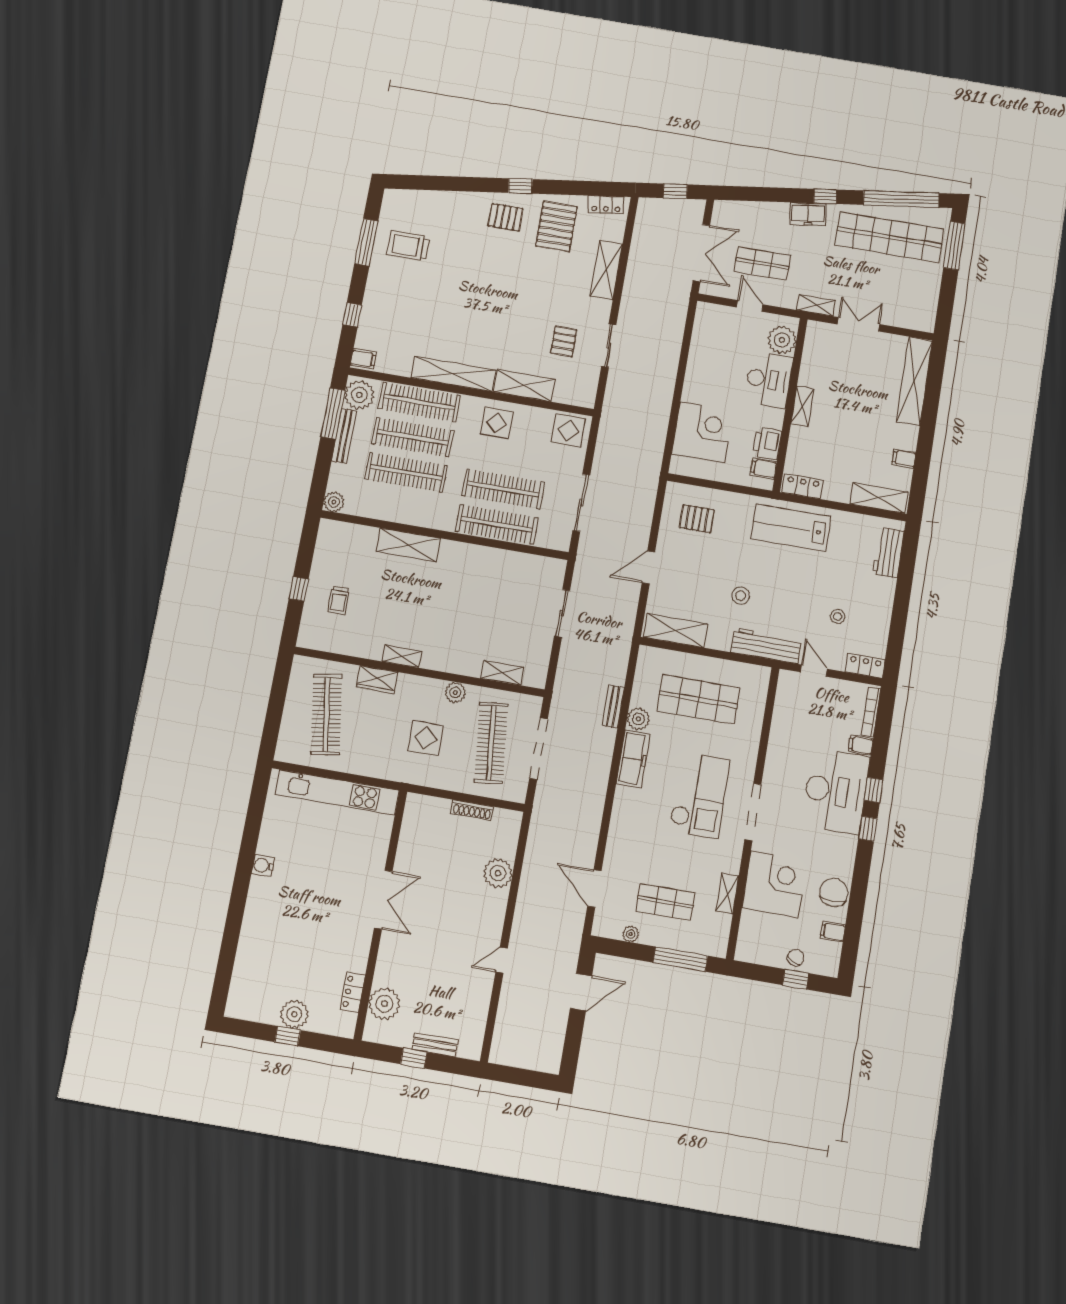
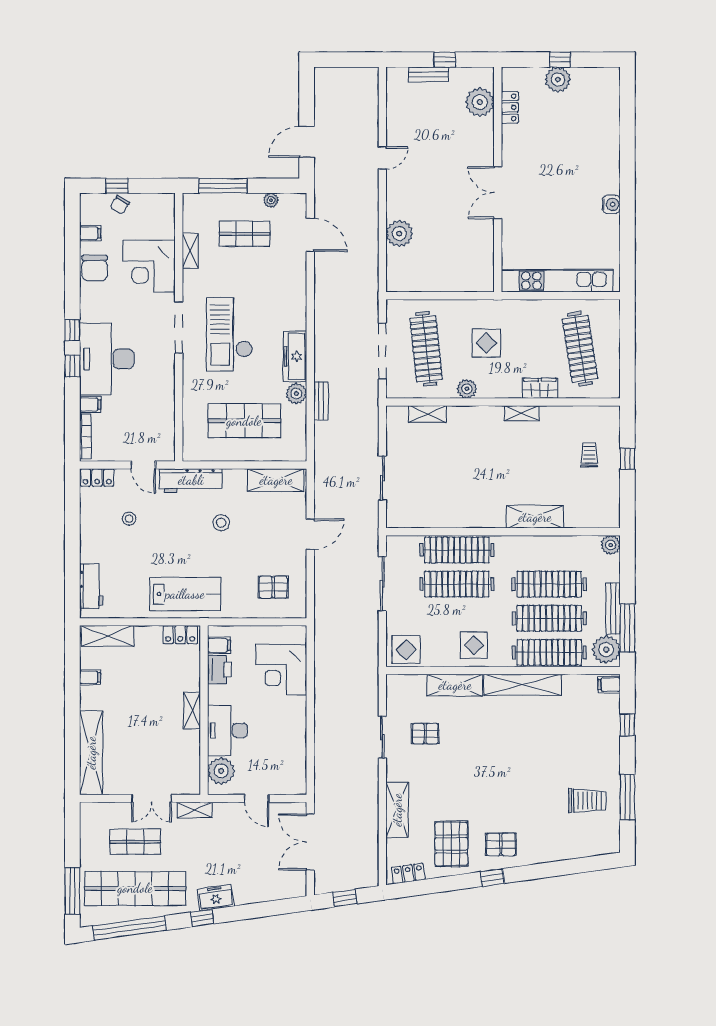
shop shelf: (762, 263) -> (135, 842), moved
pallet: (564, 342) -> (425, 734), turned 90
shoe rack: (472, 810) -> (433, 286), removed

